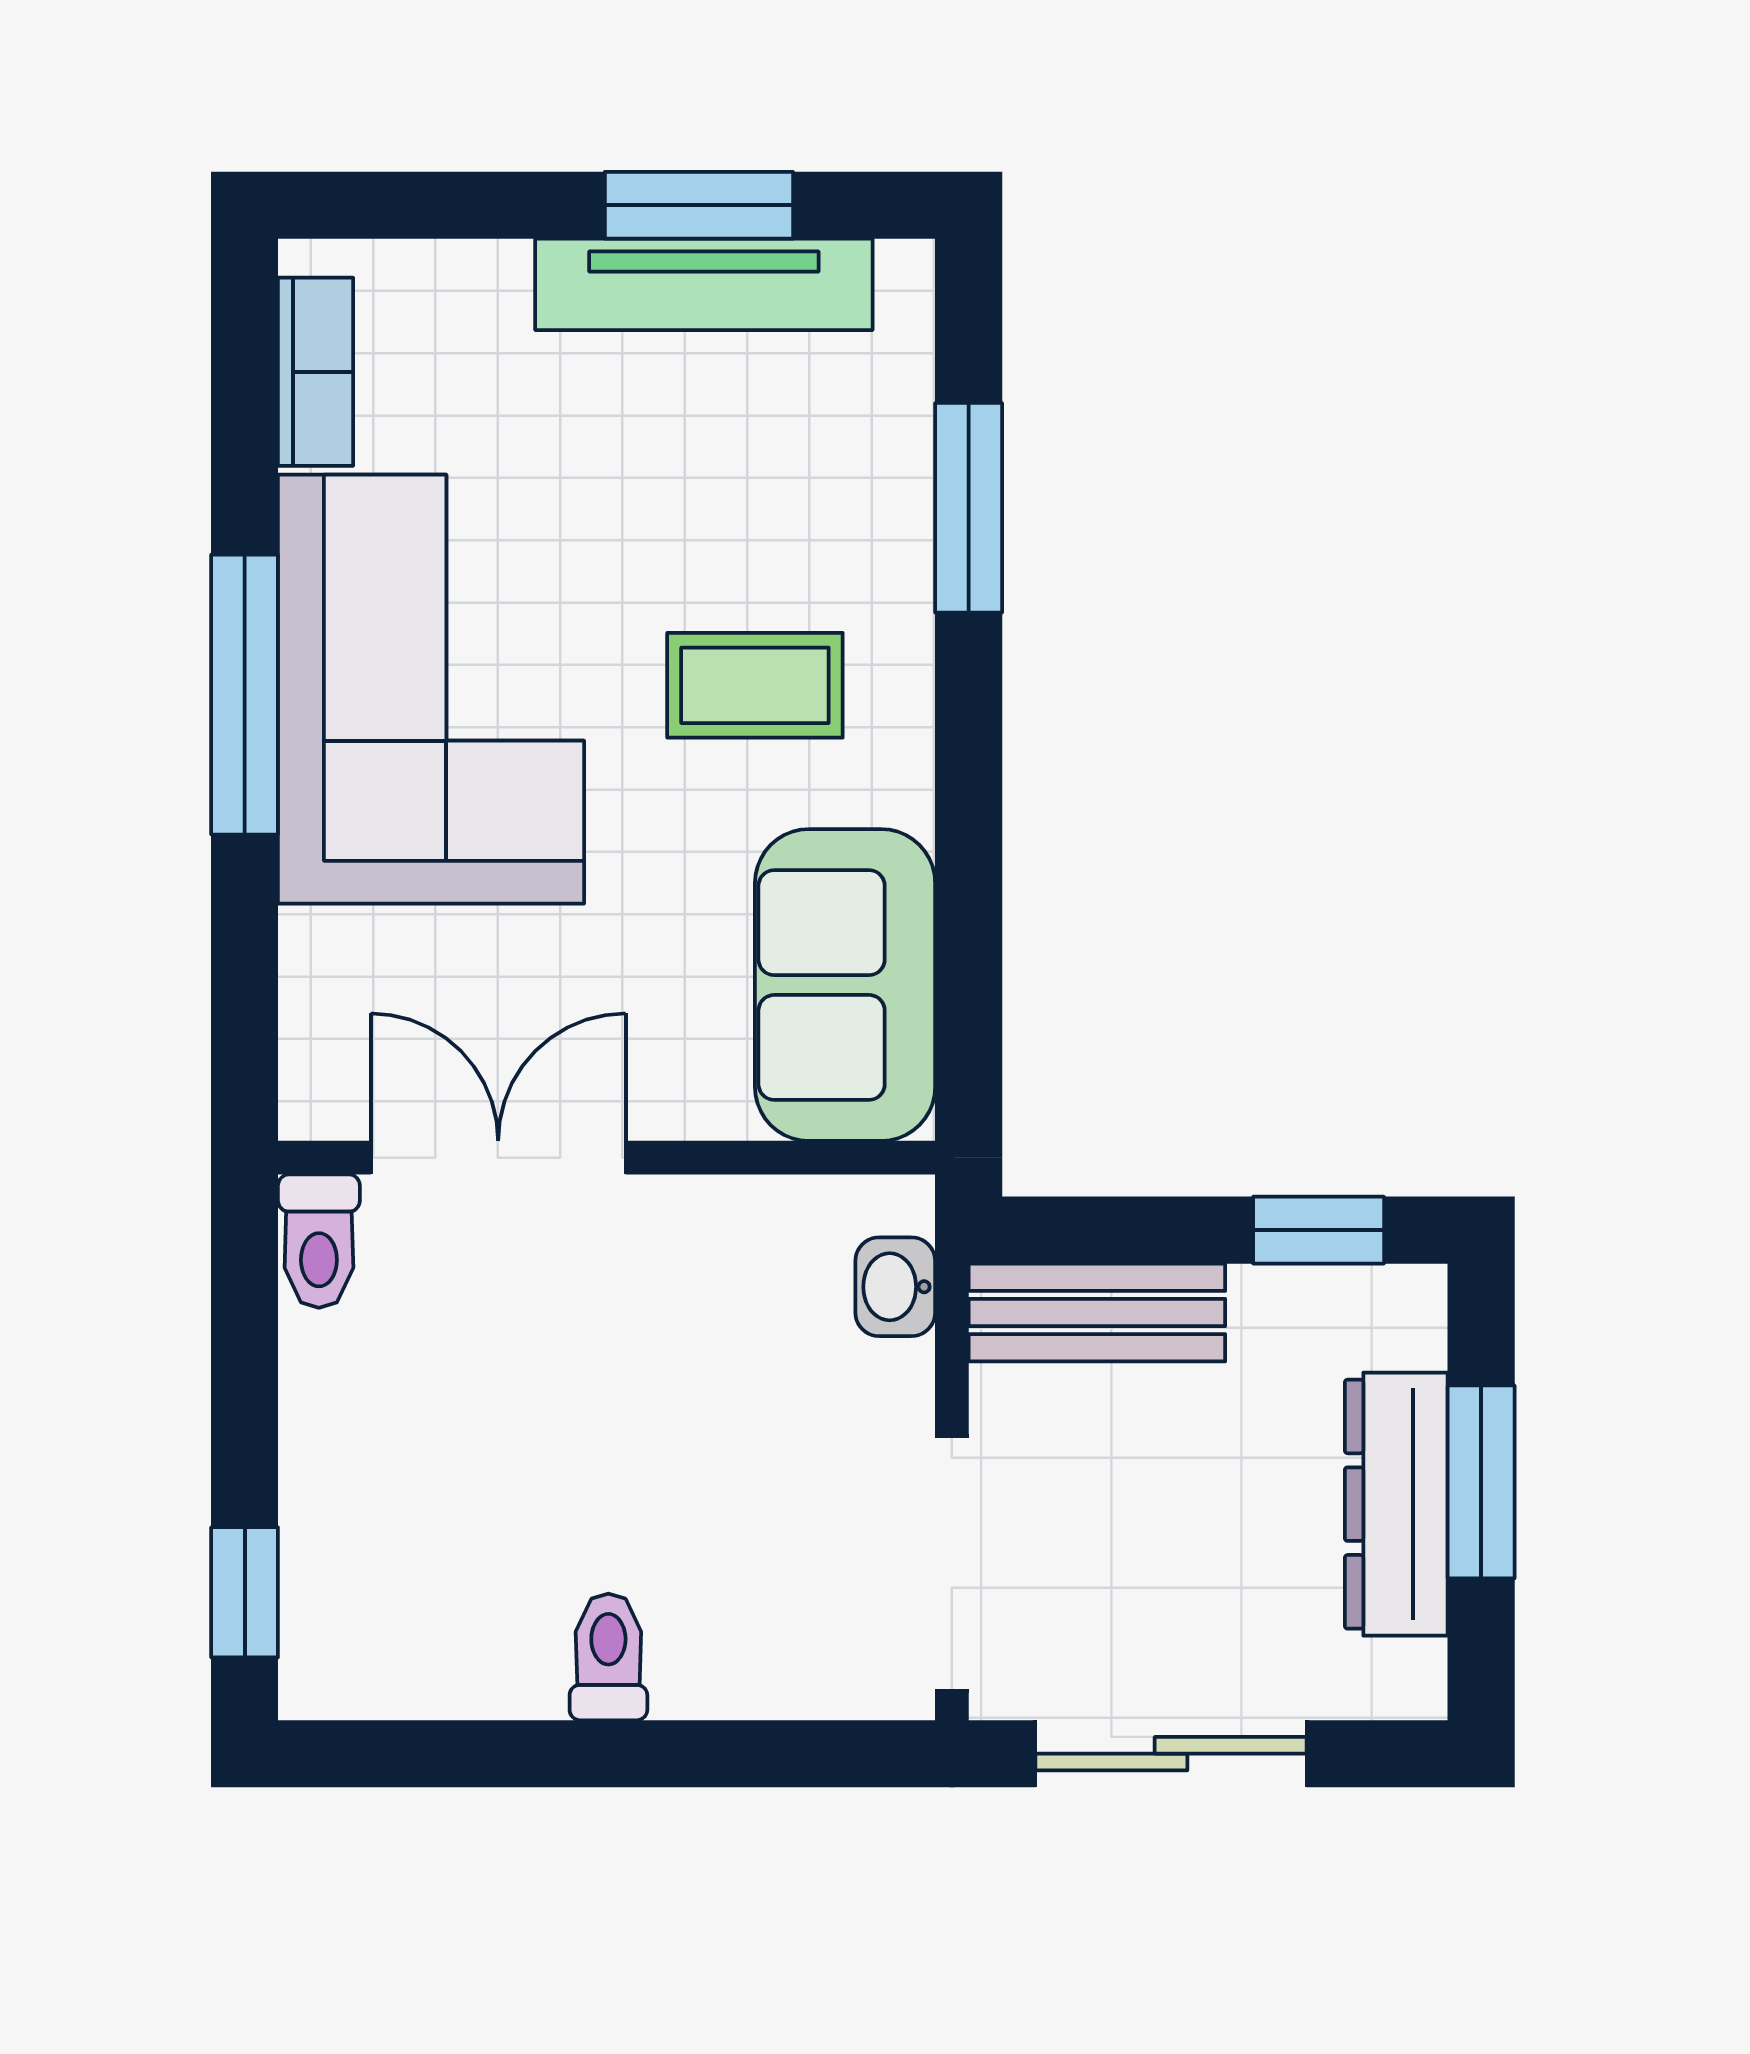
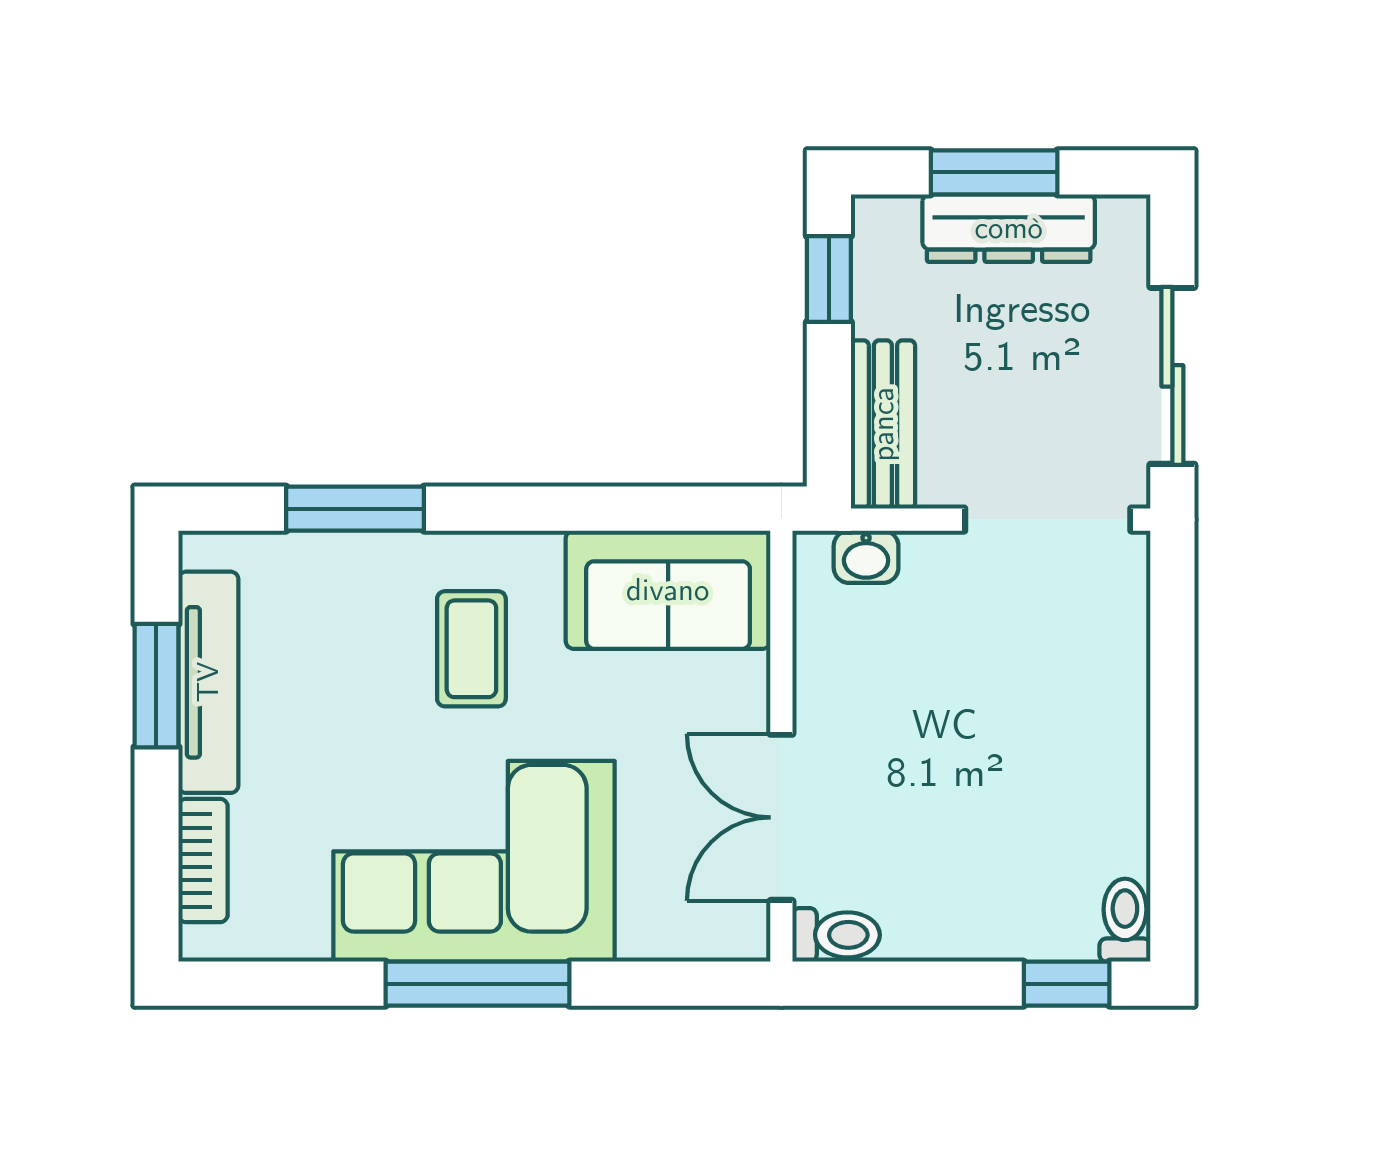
bookcase: (316, 372) -> (203, 861), moved, turned 90
toilet: (608, 1657) -> (1125, 920), moved, turned 90

